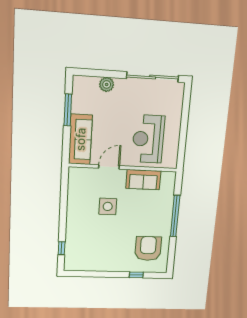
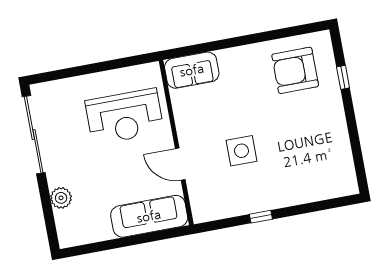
window: (68, 110) -> (111, 244), removed
sofa: (143, 180) -> (192, 70), moved, turned 90
window: (175, 216) -> (233, 42), removed
window: (62, 248) -> (261, 217), moved

